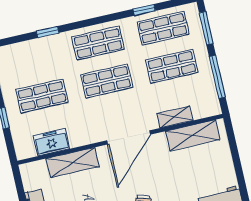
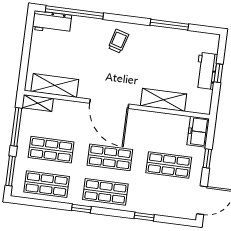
window: (144, 10) -> (81, 209), moved
shelving: (175, 117) -> (38, 103), moved
door: (129, 137) -> (109, 104), swing flipped
freezer: (51, 142) -> (198, 132), moved, turned 90

